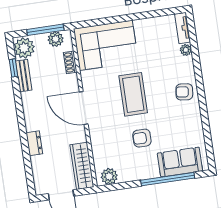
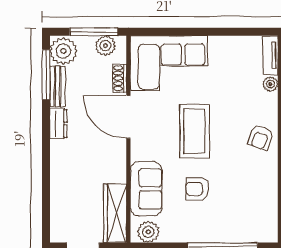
window: (14, 68) -> (46, 75), width x2.17
armchair: (184, 92) -> (260, 138), turned -78
door: (84, 108) -> (128, 117), moved
dresser: (34, 143) -> (58, 123), moved
sofa: (180, 162) -> (146, 189), moved, turned 90

